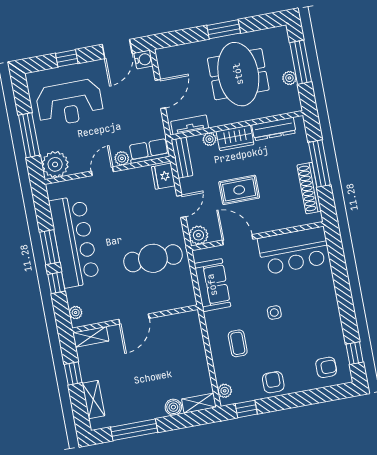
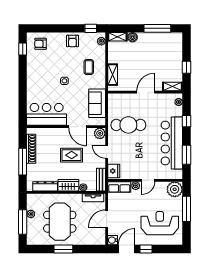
window: (67, 58) -> (146, 249), moved
door: (181, 206) -> (107, 152), hinge flipped
window: (50, 247) -> (186, 155), moved
shelving: (93, 400) -> (113, 75), moved

